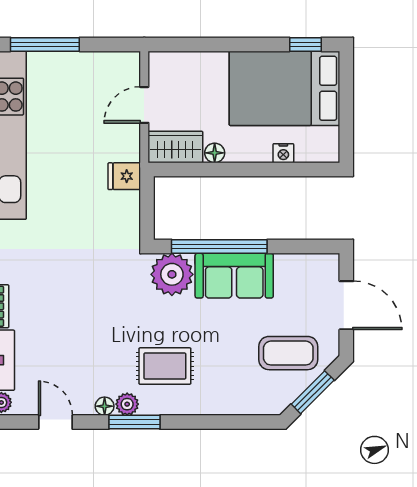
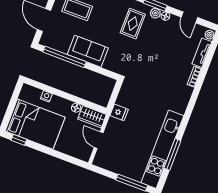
door: (144, 105) -> (99, 140), swing flipped
window: (219, 247) -> (64, 57), moved
plant: (172, 274) -> (115, 62), removed
rug: (165, 366) -> (133, 24), turned 90

